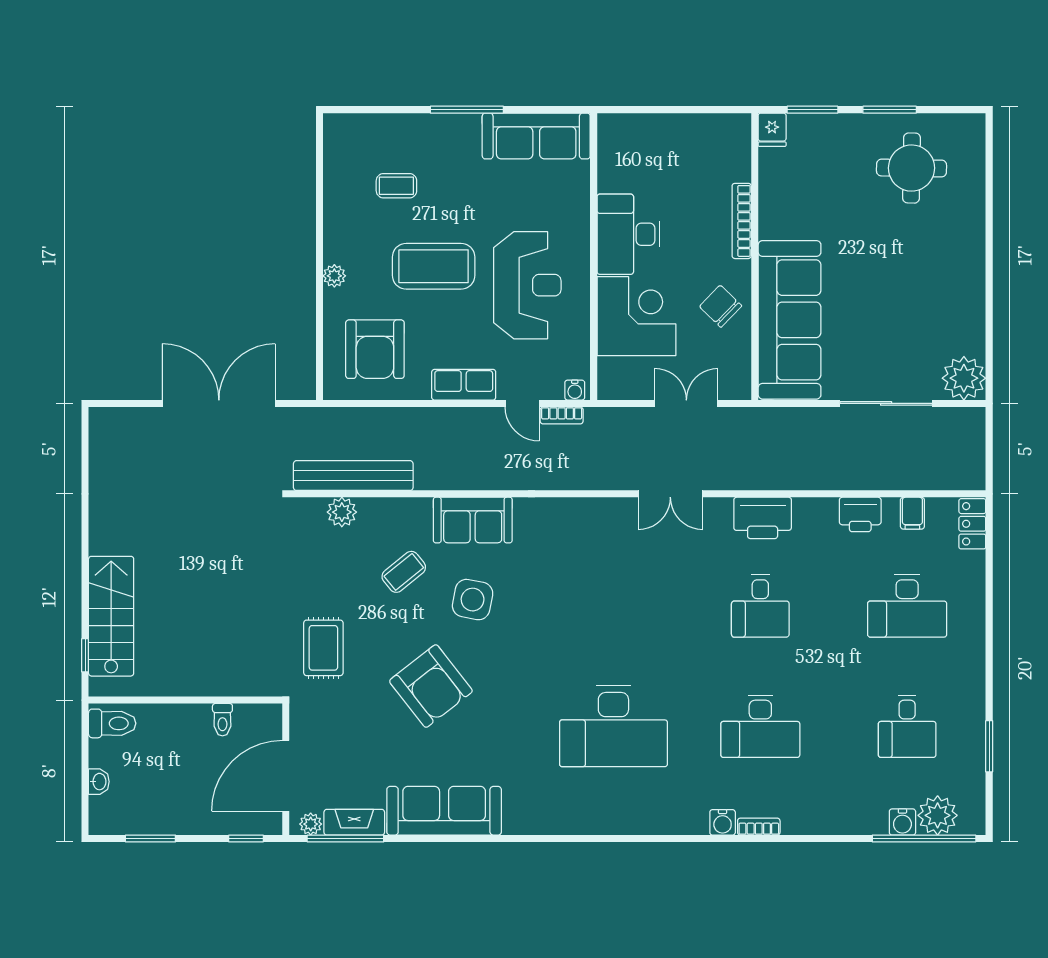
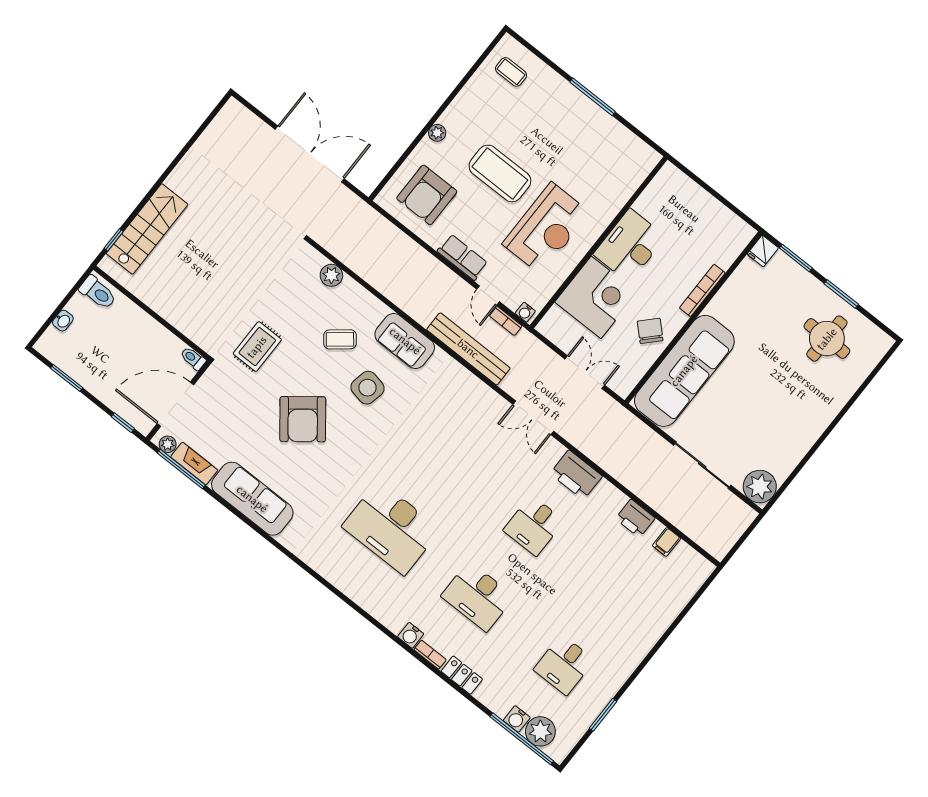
sofa: (536, 136) -> (621, 145), removed
coffee table: (396, 186) -> (511, 72), moved
bench: (353, 476) -> (468, 349), moved
locker: (972, 524) -> (462, 675), moved, turned 90
desk: (907, 606) -> (620, 594), removed
toilet: (222, 720) -> (193, 358), moved, turned 90

